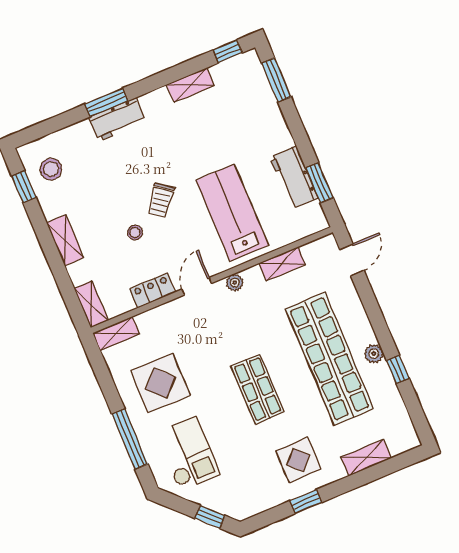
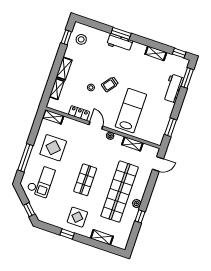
workbench: (294, 177) -> (173, 88), moved
door: (197, 286) -> (96, 125), hinge flipped
shelving: (91, 304) -> (57, 89), moved

